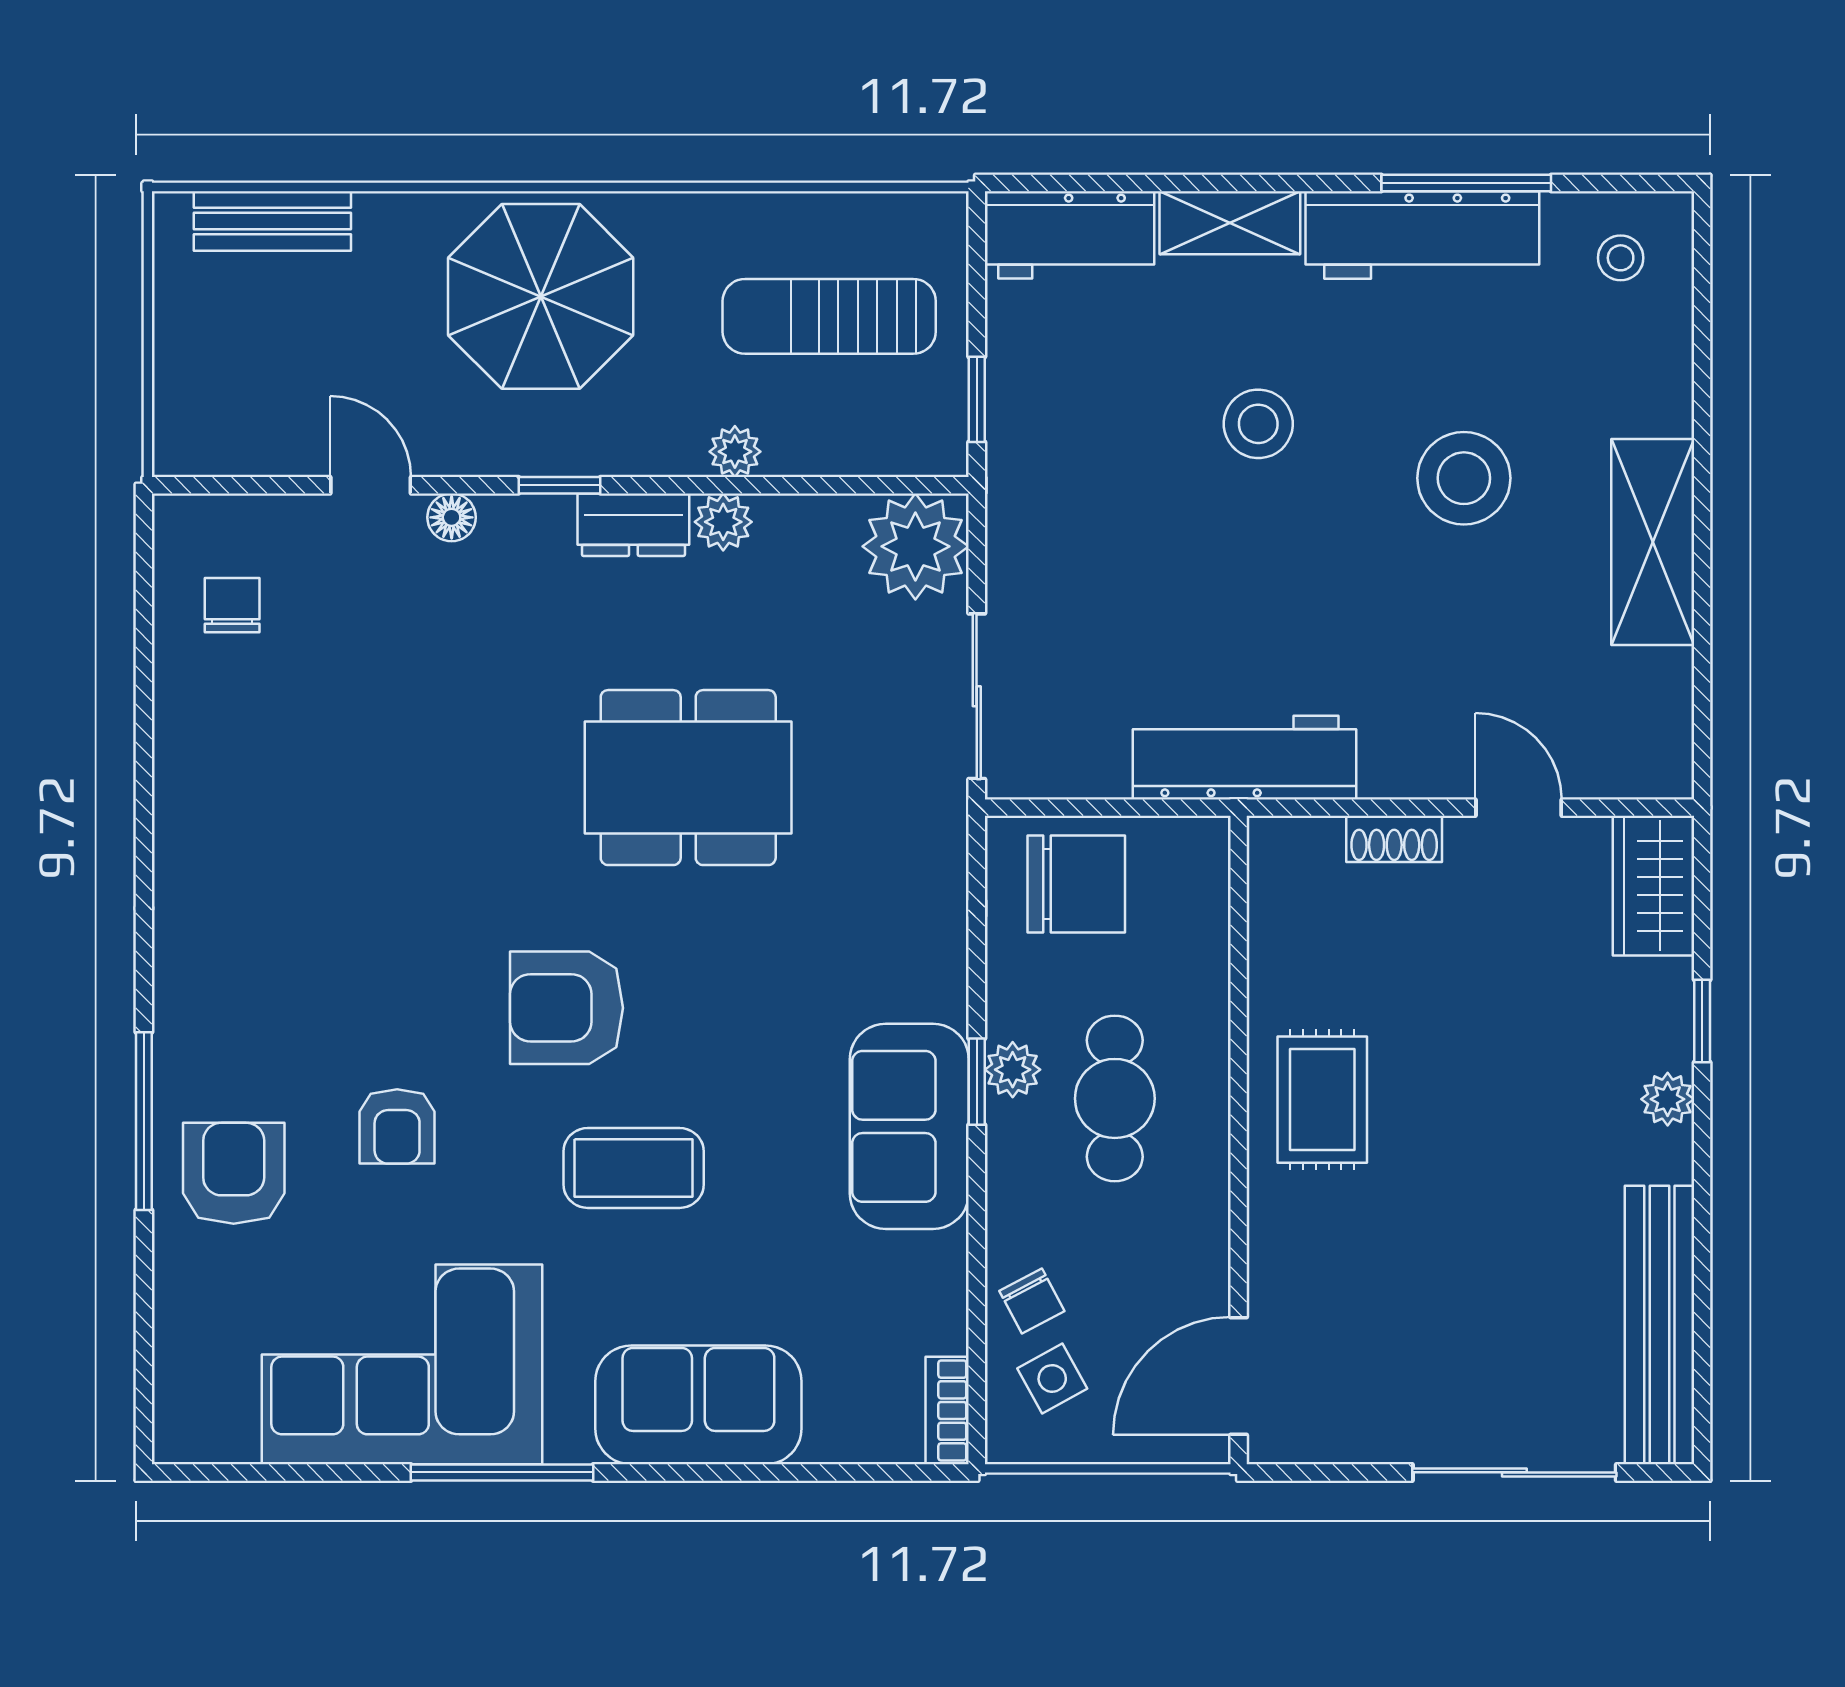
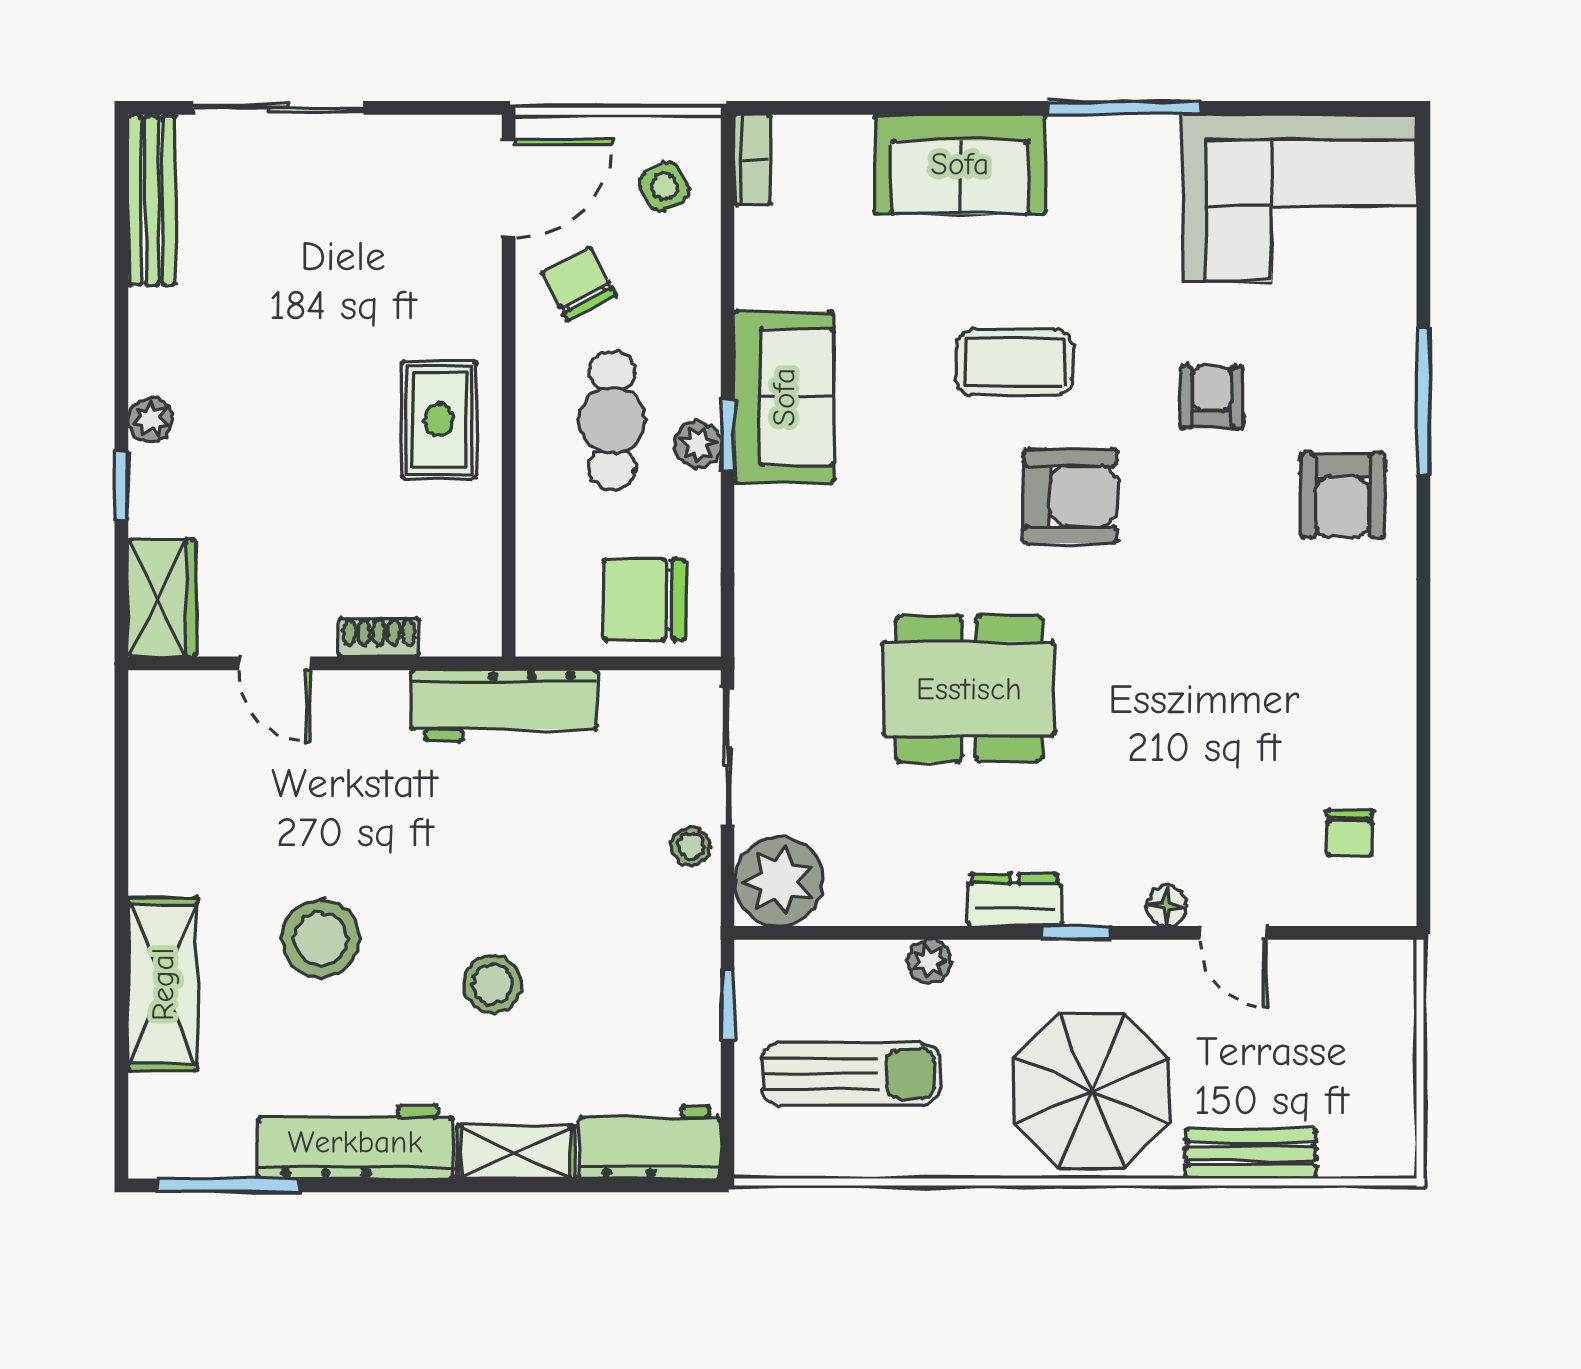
window: (1466, 183) -> (229, 1185), moved
bench: (272, 221) -> (1251, 1154), moved
stool: (1621, 258) -> (691, 846), moved
plant: (723, 522) -> (939, 902), removed
shelving: (1653, 542) -> (163, 984), moved
armchair: (234, 1173) -> (1342, 495), moved
chair: (1032, 1301) -> (579, 284), moved, width x1.37, depth x1.37
bench: (1659, 1325) -> (152, 200), width x0.73, depth x0.82
corner sofa: (402, 1364) -> (1300, 198), moved

